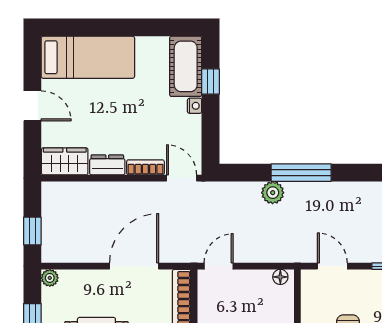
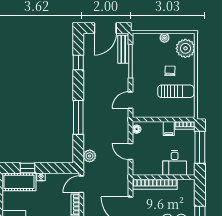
plant: (273, 193) -> (90, 156), moved
door: (219, 266) -> (130, 151), moved

